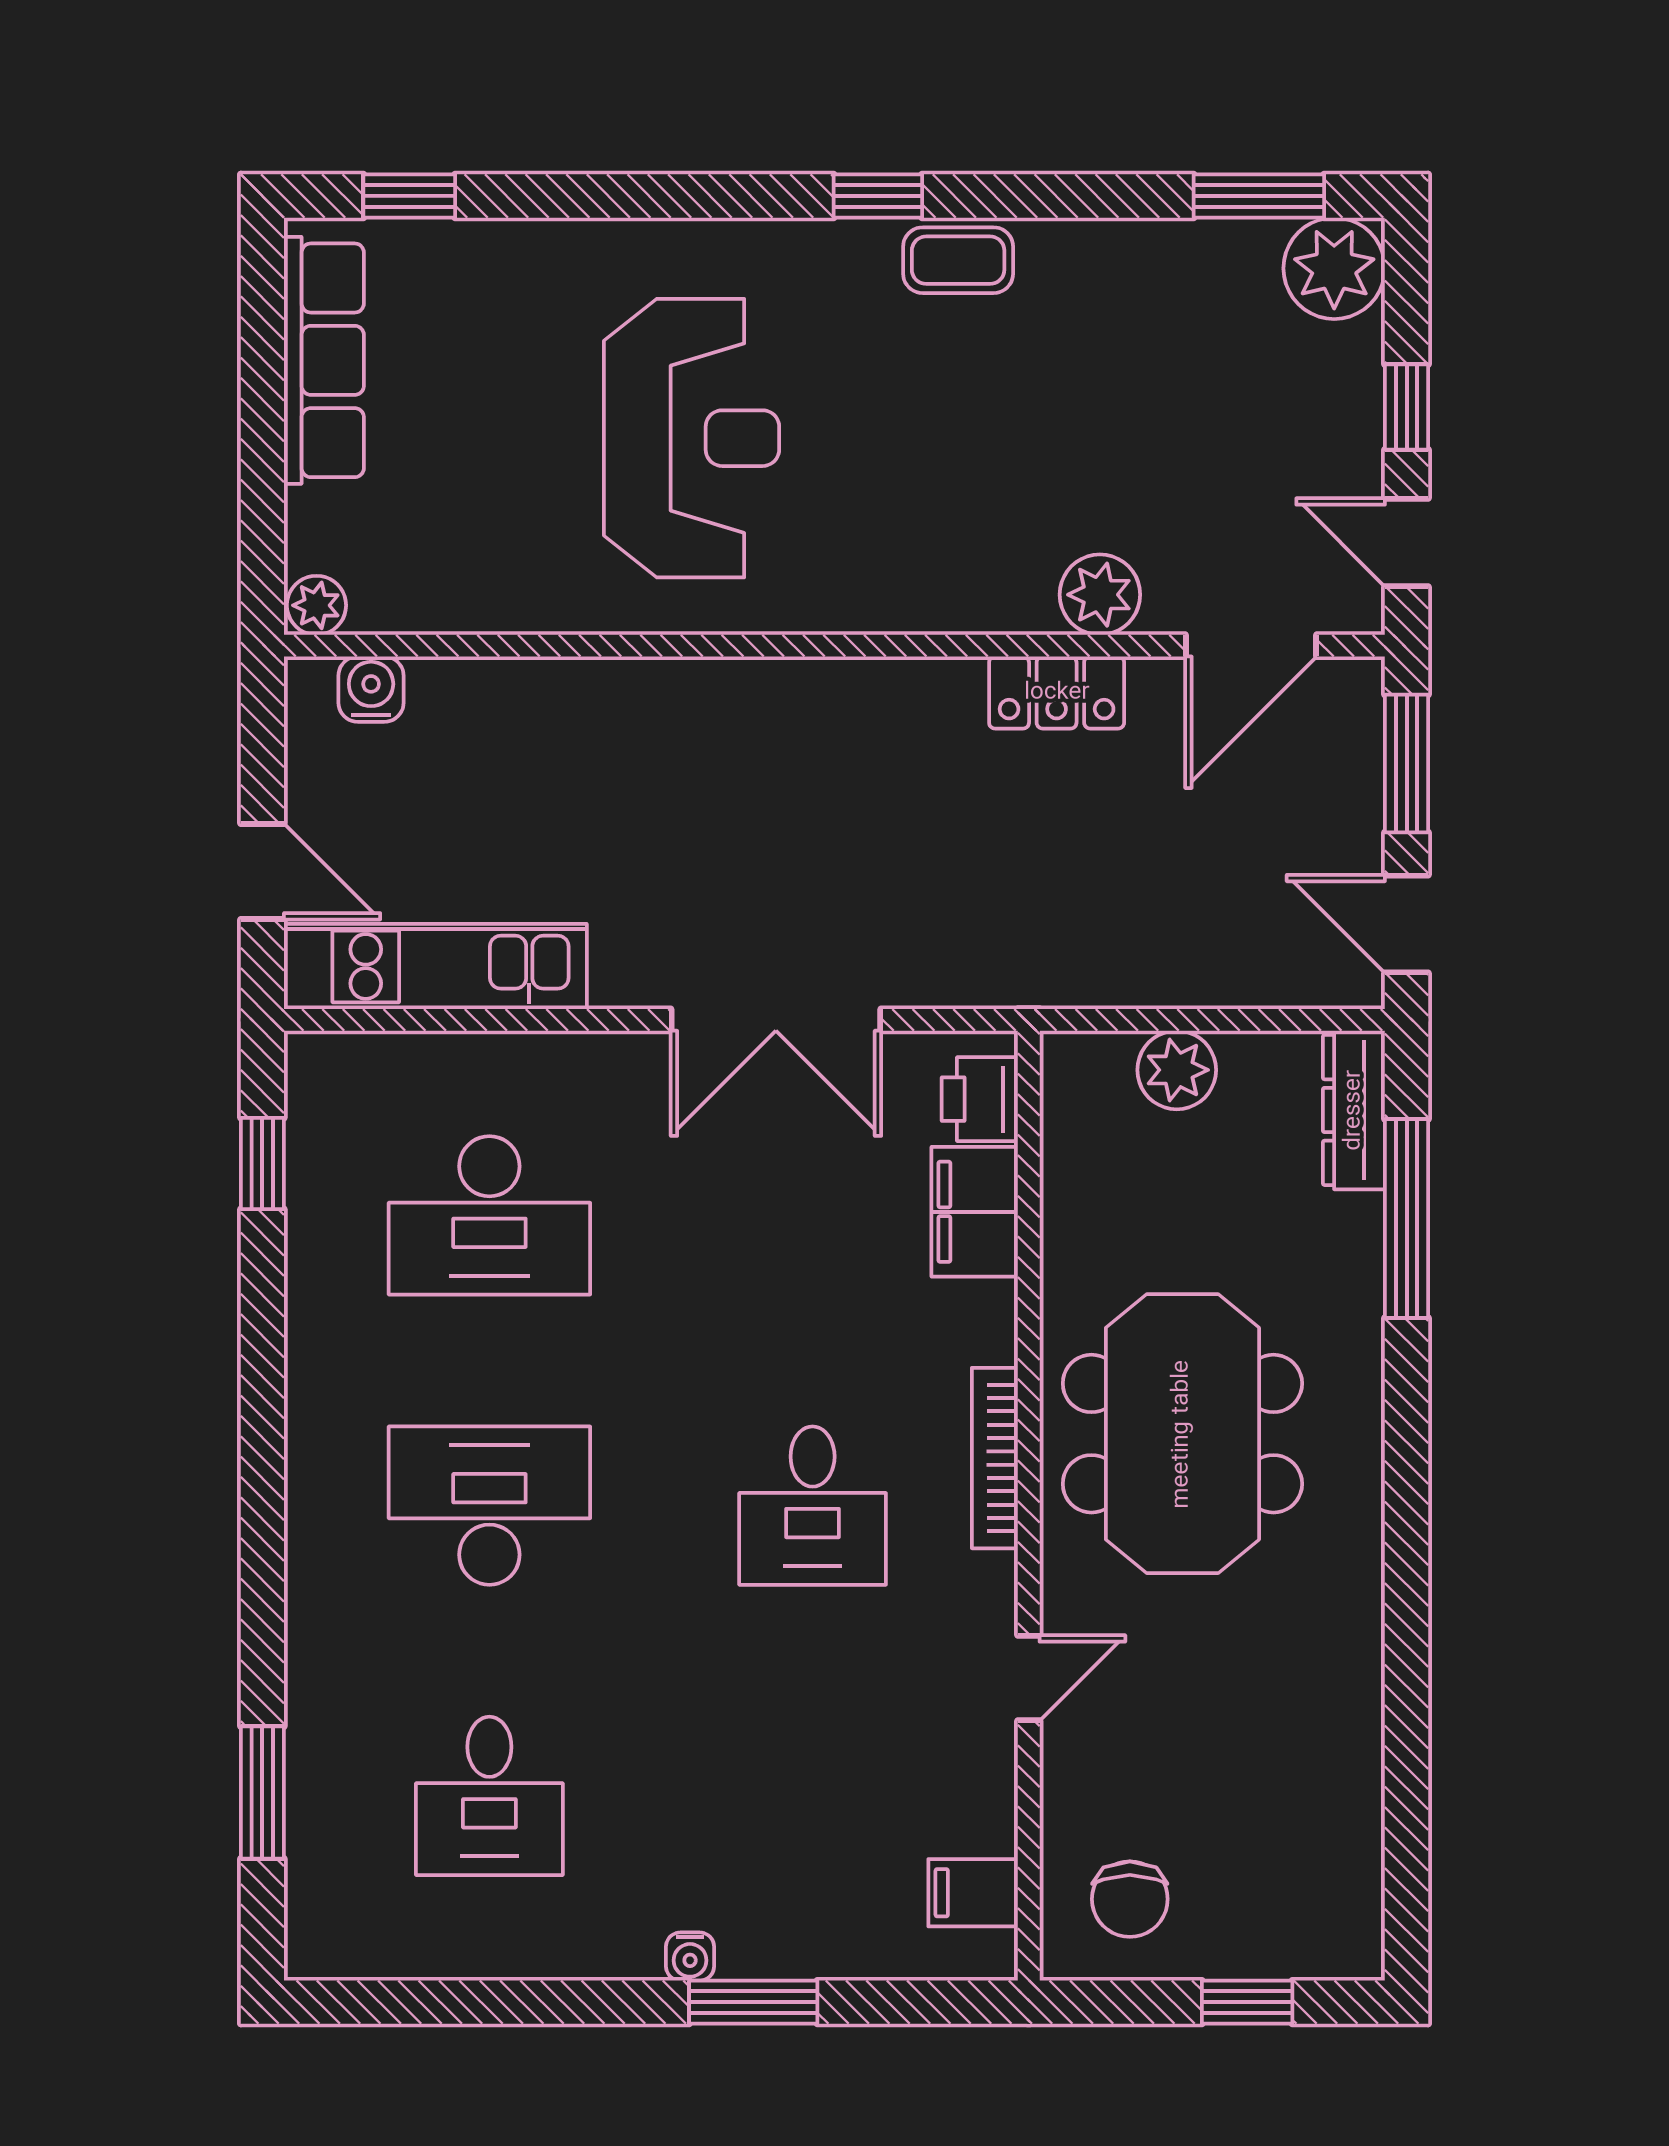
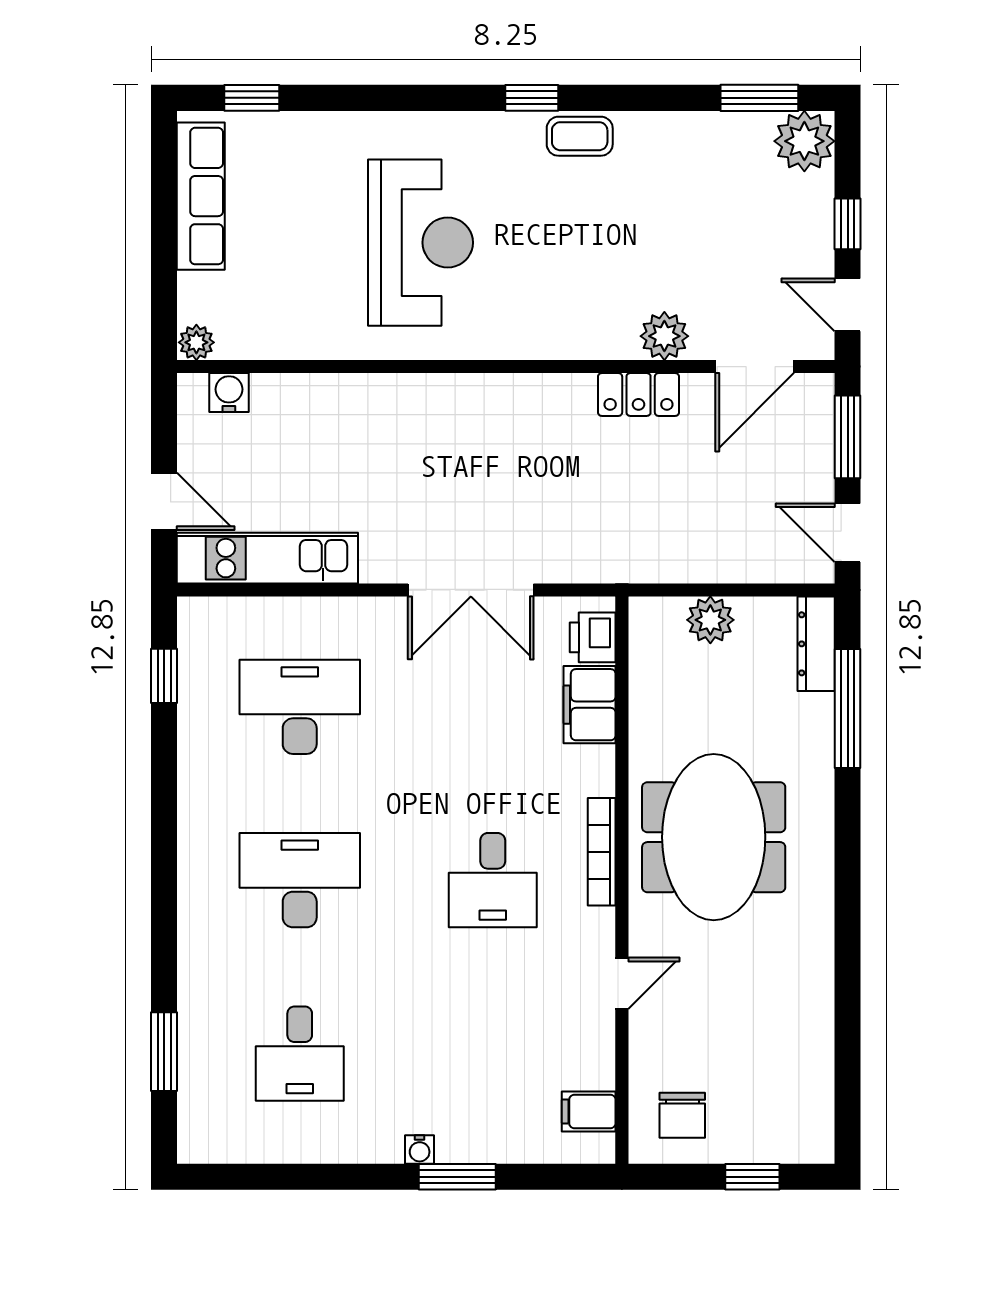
desk: (489, 1215) -> (300, 707), turned 180

